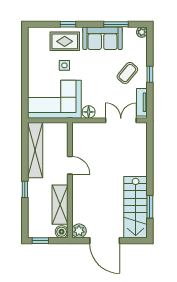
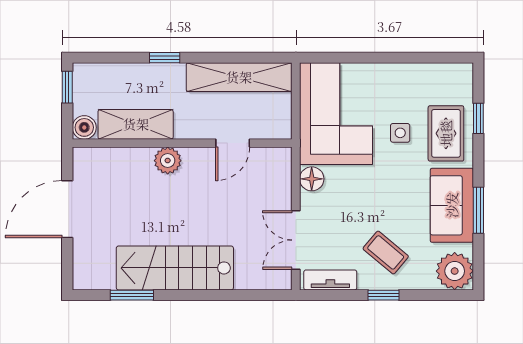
window: (68, 24) -> (478, 118), moved
window: (116, 24) -> (478, 210), moved
plant: (142, 32) -> (455, 271), width x1.87, depth x1.87
double door: (121, 120) -> (296, 240), swing flipped
door: (70, 165) -> (233, 143), moved
stairs: (136, 207) -> (175, 268), moved
plant: (79, 231) -> (168, 161), moved

